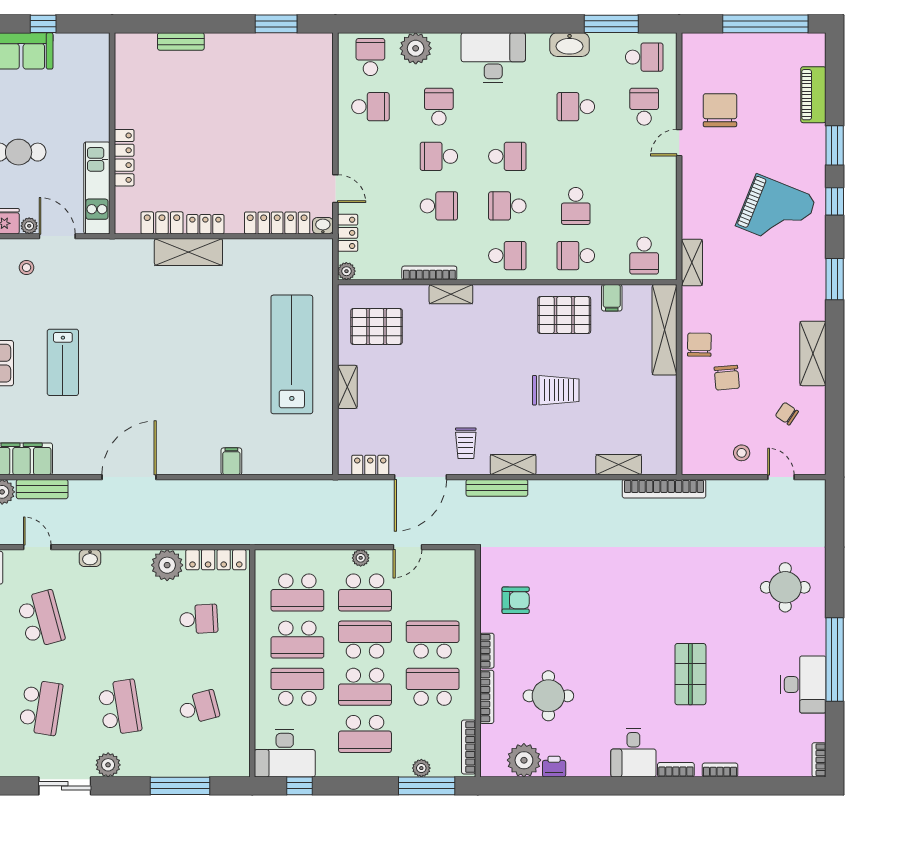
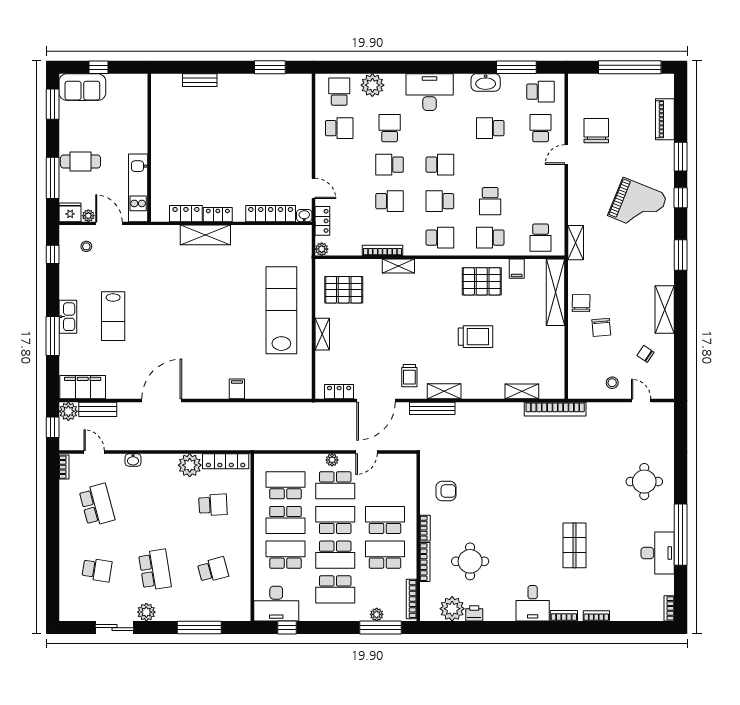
locker: (124, 158) -> (158, 166), removed
school desk: (297, 592) -> (285, 485), turned 180
school desk: (41, 707) -> (97, 570), width x0.54

